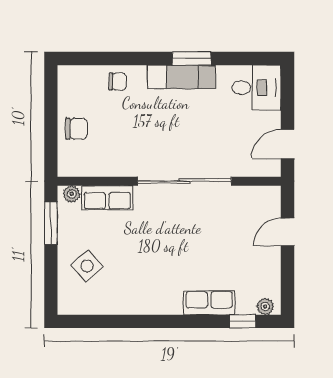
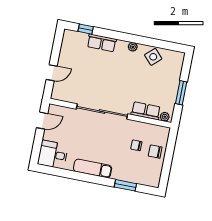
window: (192, 58) -> (125, 185), moved
chair: (118, 81) -> (136, 145), moved
window: (51, 223) -> (181, 93), moved
side table: (87, 266) -> (153, 57), moved
plant: (265, 306) -> (133, 47), moved

